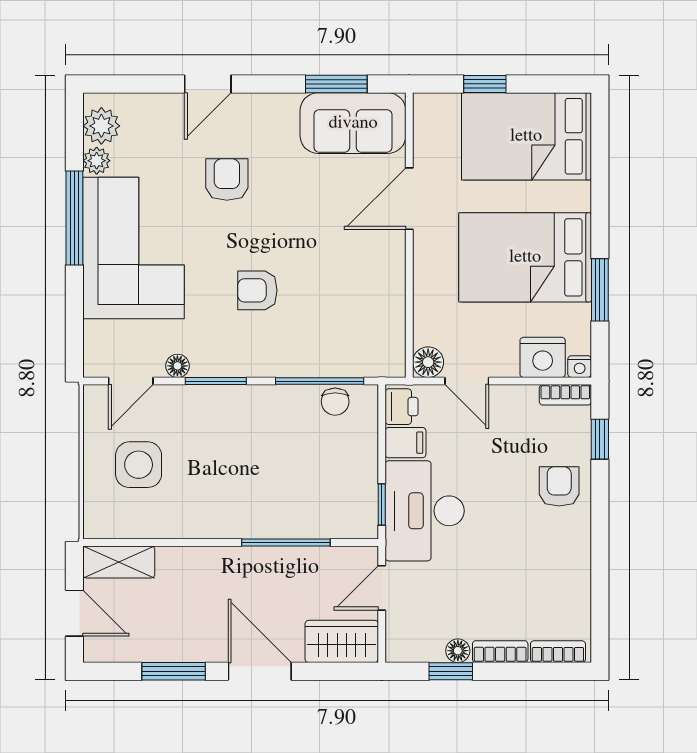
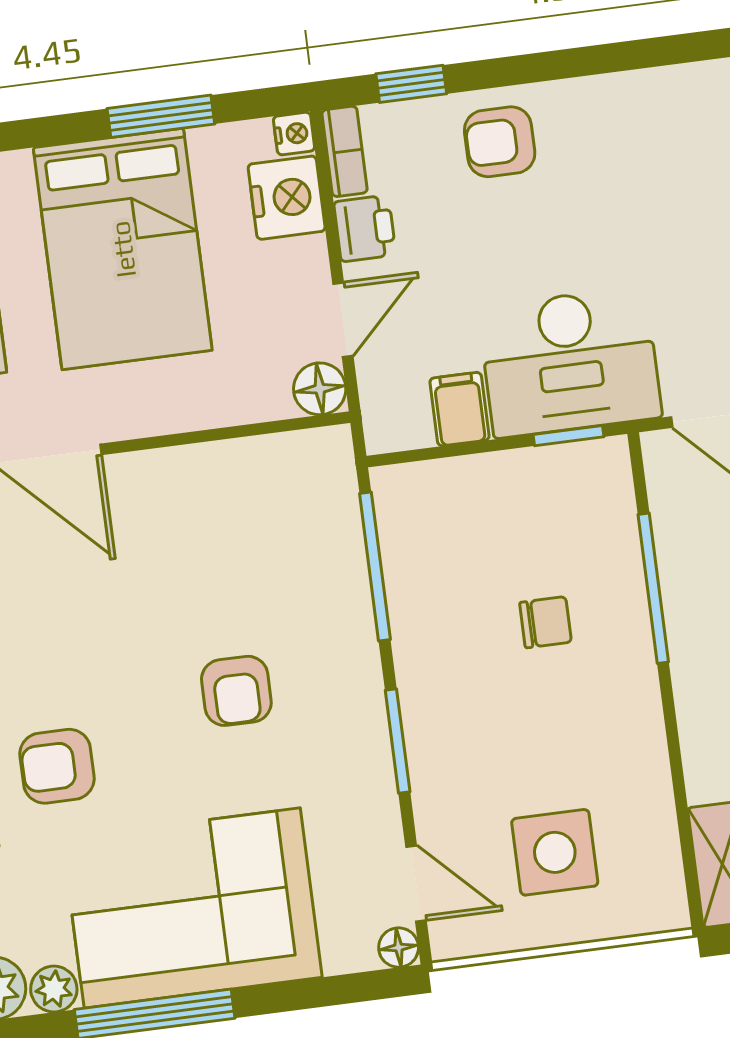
floor lamp: (177, 366) -> (399, 948), moved
chair: (335, 402) -> (545, 622), moved
printer: (402, 407) -> (365, 228), moved, turned 90

